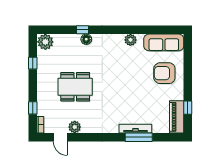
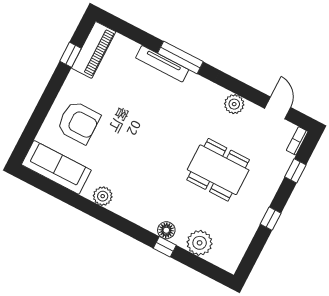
plant: (45, 42) -> (200, 243), moved
window: (33, 63) -> (271, 219), moved
plant: (75, 127) -> (234, 104), moved
window: (139, 137) -> (180, 57), moved

